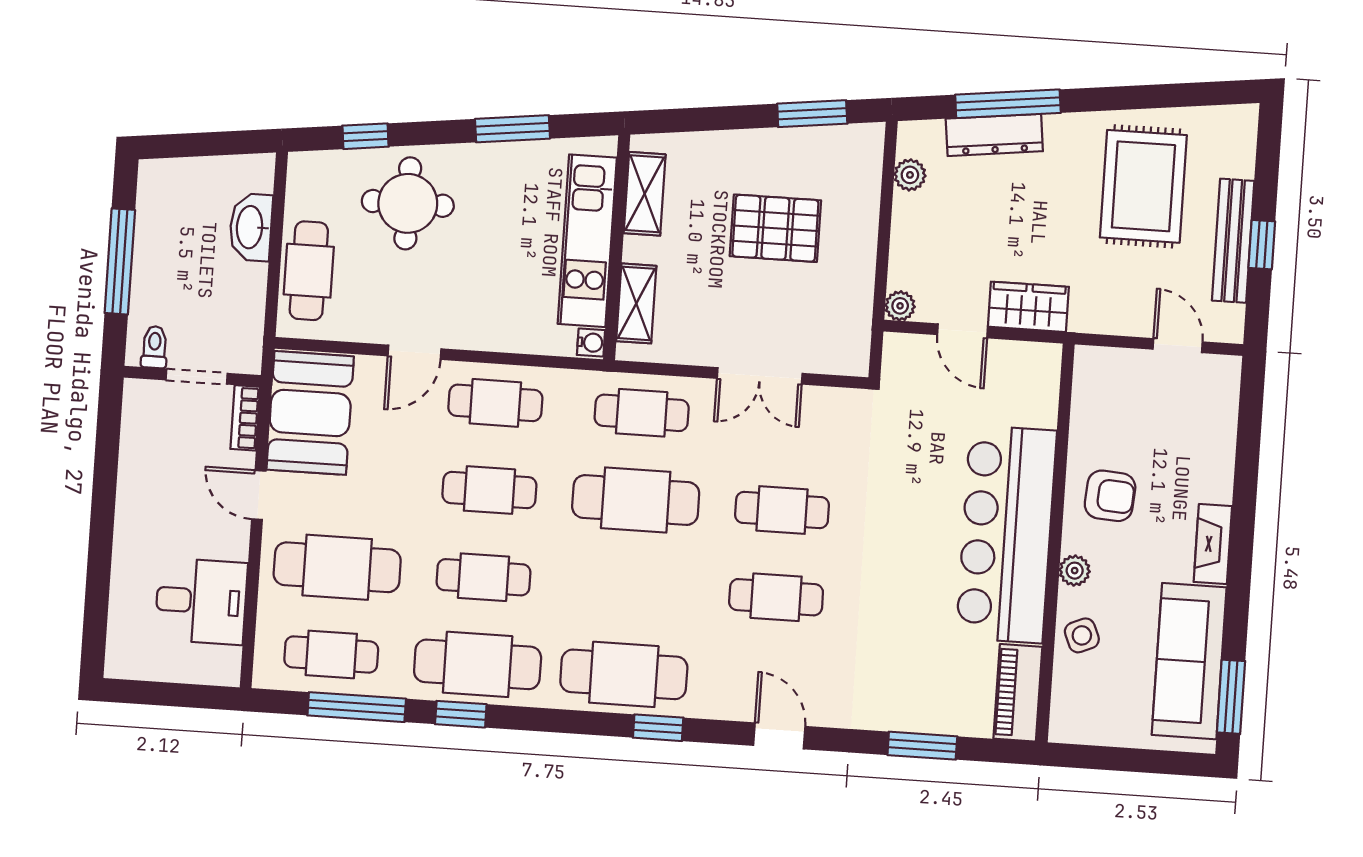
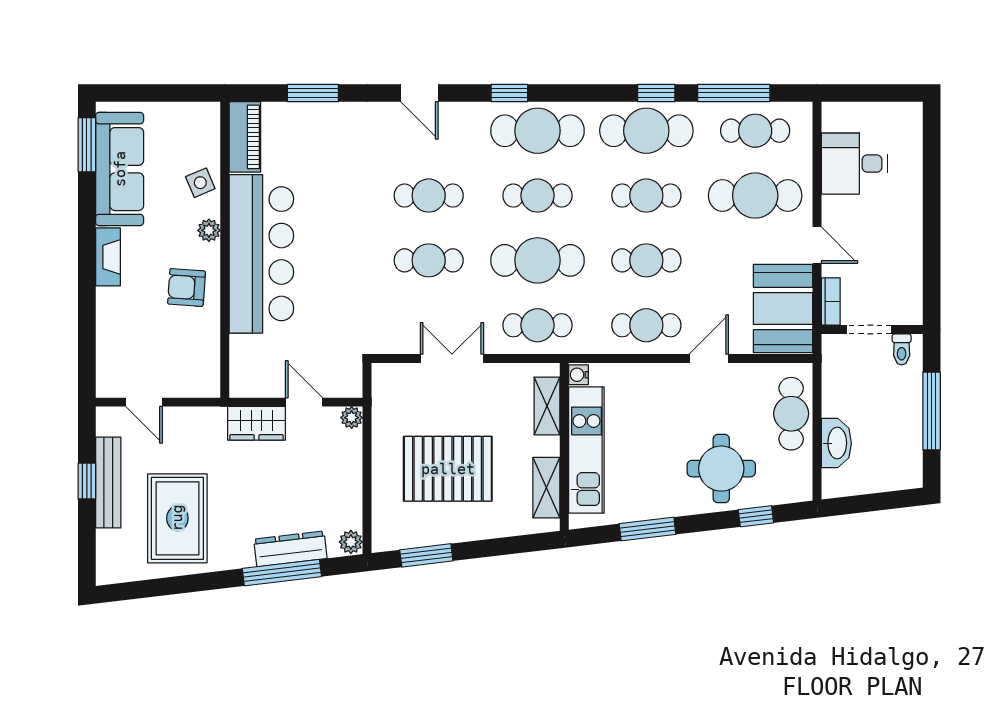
plant: (910, 175) -> (351, 542), moved
pallet: (775, 228) -> (448, 469), width x1.37, depth x1.41
cafe table: (630, 587) -> (538, 196), added

